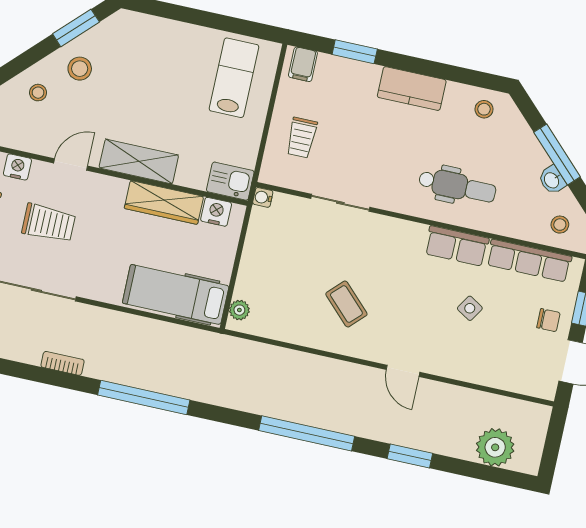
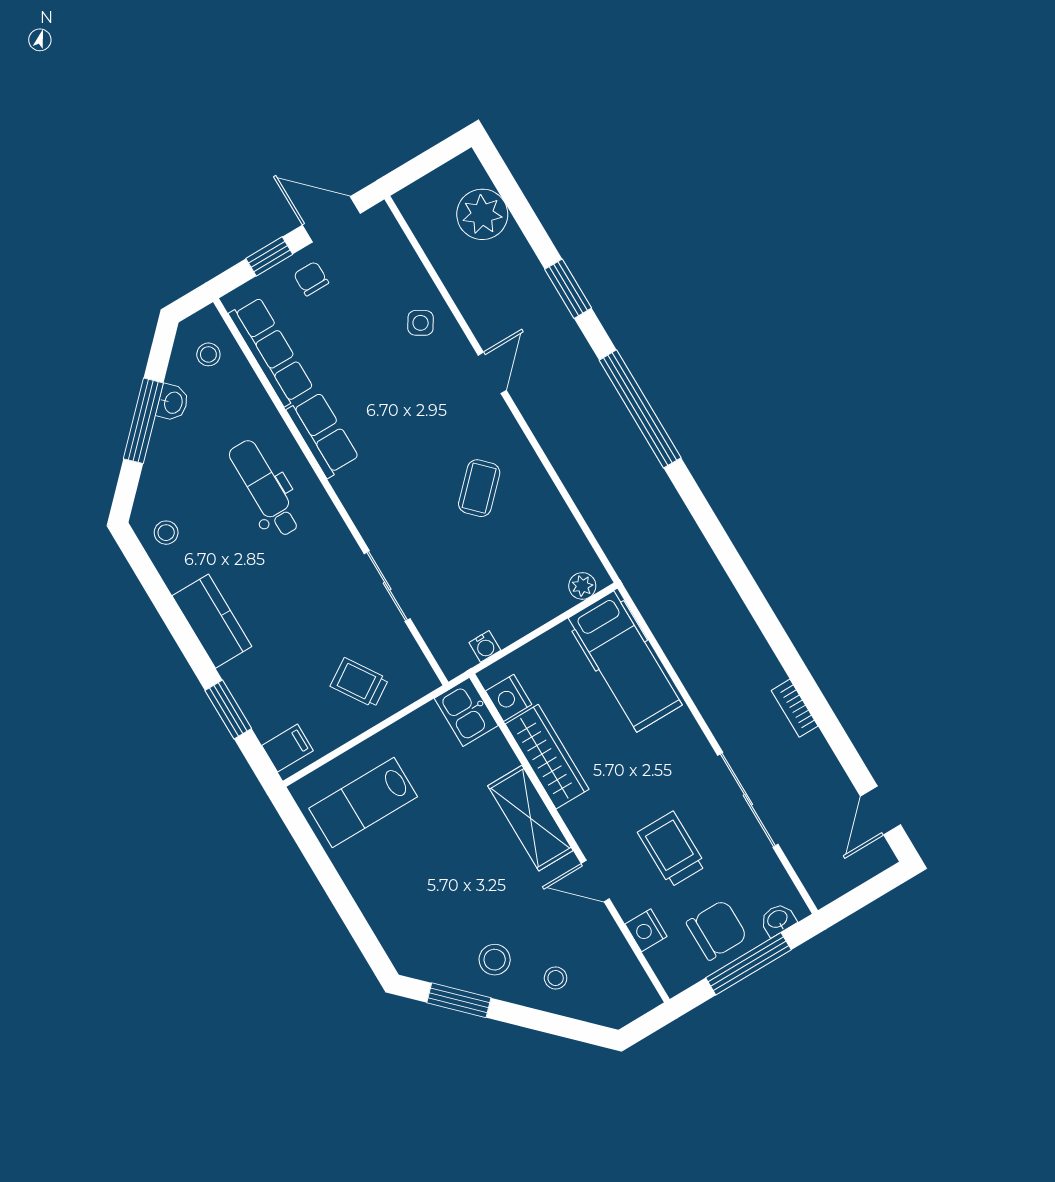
trolley: (302, 138) -> (359, 683), turned -123
water cooler: (263, 197) -> (485, 646), moved
side table: (470, 308) -> (421, 323), moved
window: (144, 398) -> (754, 599), removed

